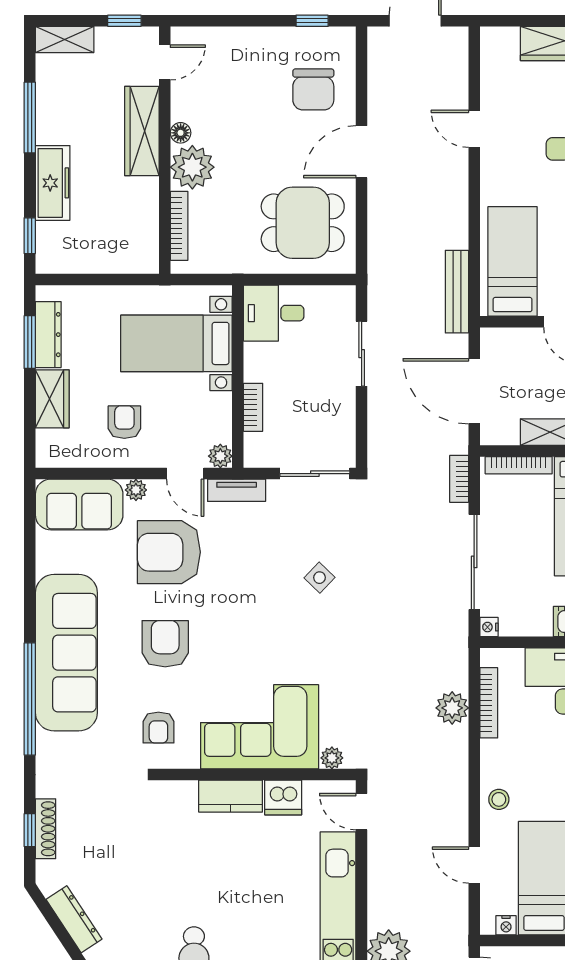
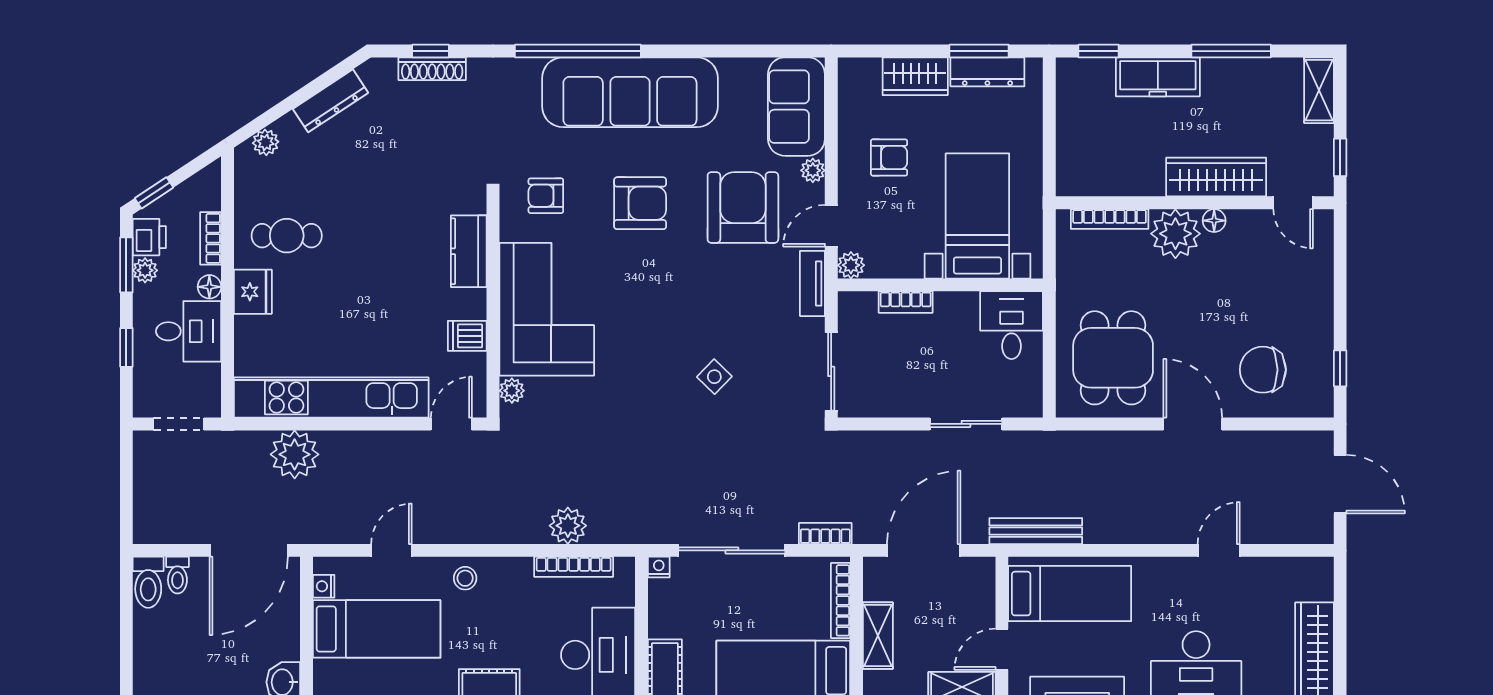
kitchen counter: (231, 796) -> (469, 251), moved
dishwasher: (283, 798) -> (467, 336), width x0.73

